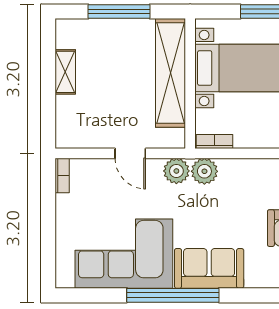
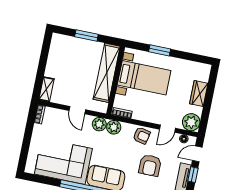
window: (119, 11) -> (86, 35), width x0.69
shelving: (65, 72) -> (46, 89), moved
armchair: (259, 176) -> (142, 136), added

